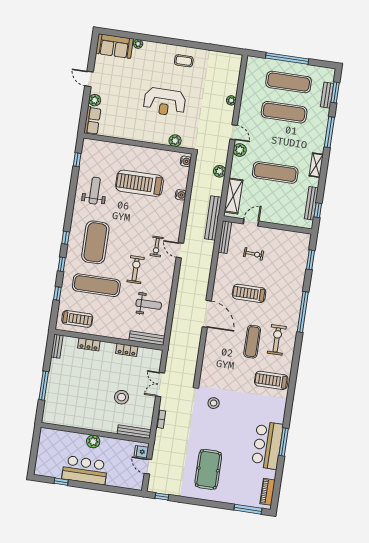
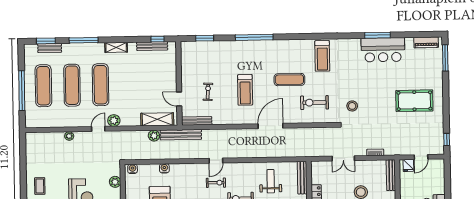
plant: (220, 171) -> (154, 136), moved
exercise mat: (275, 172) -> (101, 85), moved
exercise bike: (277, 340) -> (315, 103), moved

